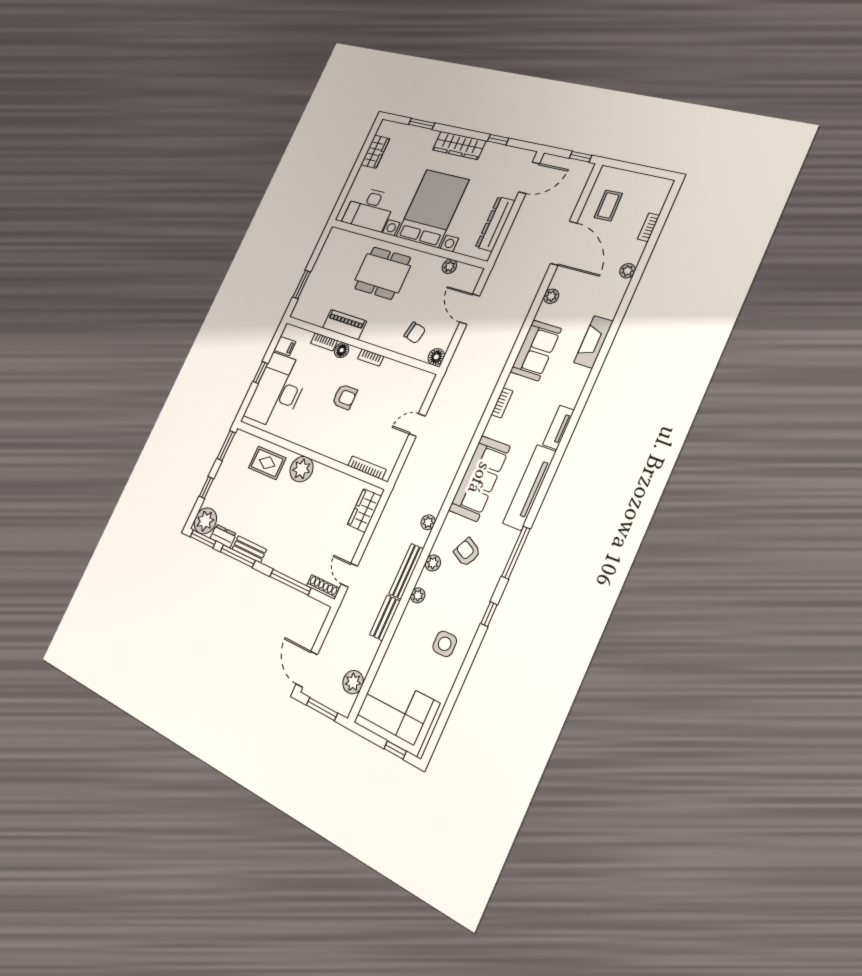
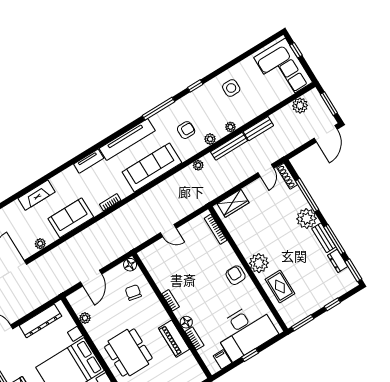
armchair: (345, 397) -> (236, 275), moved
plant: (205, 521) -> (307, 219), moved
armchair: (467, 552) -> (186, 130), turned -117

